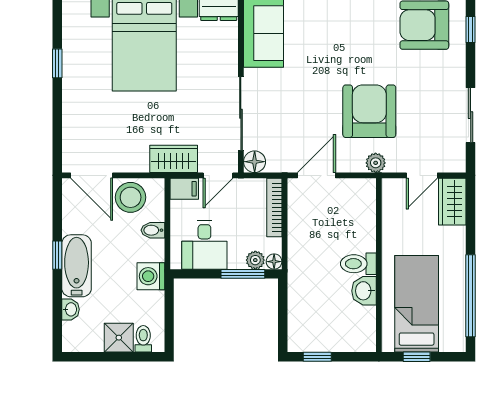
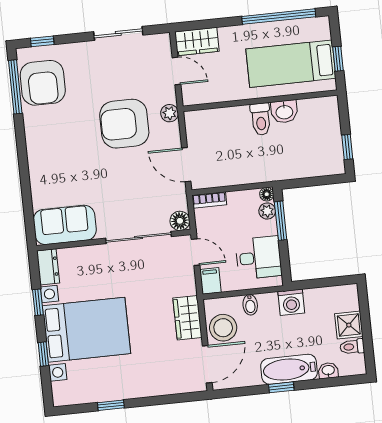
wardrobe: (174, 159) -> (187, 318), moved
bookcase: (274, 207) -> (209, 200), width x0.64
toilet: (143, 339) -> (352, 347), moved

